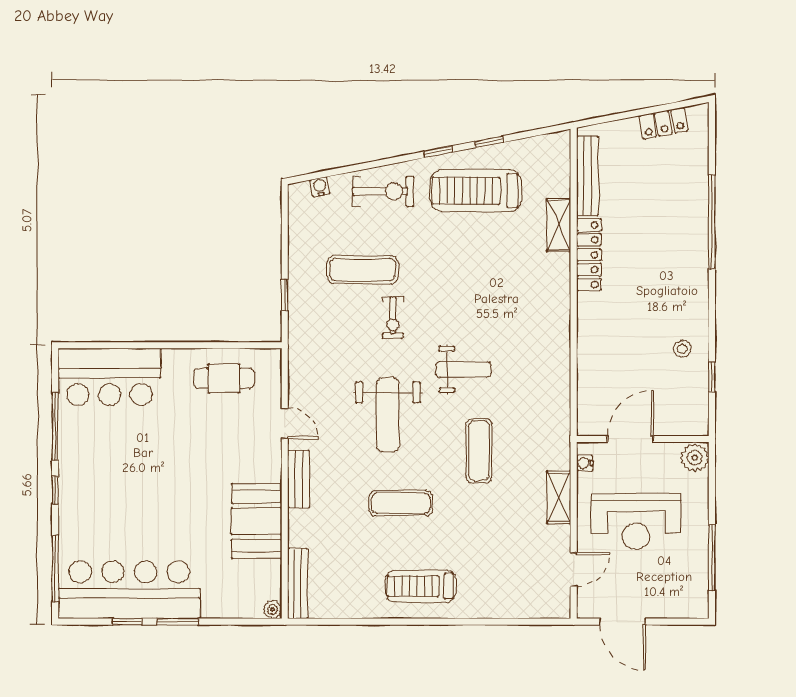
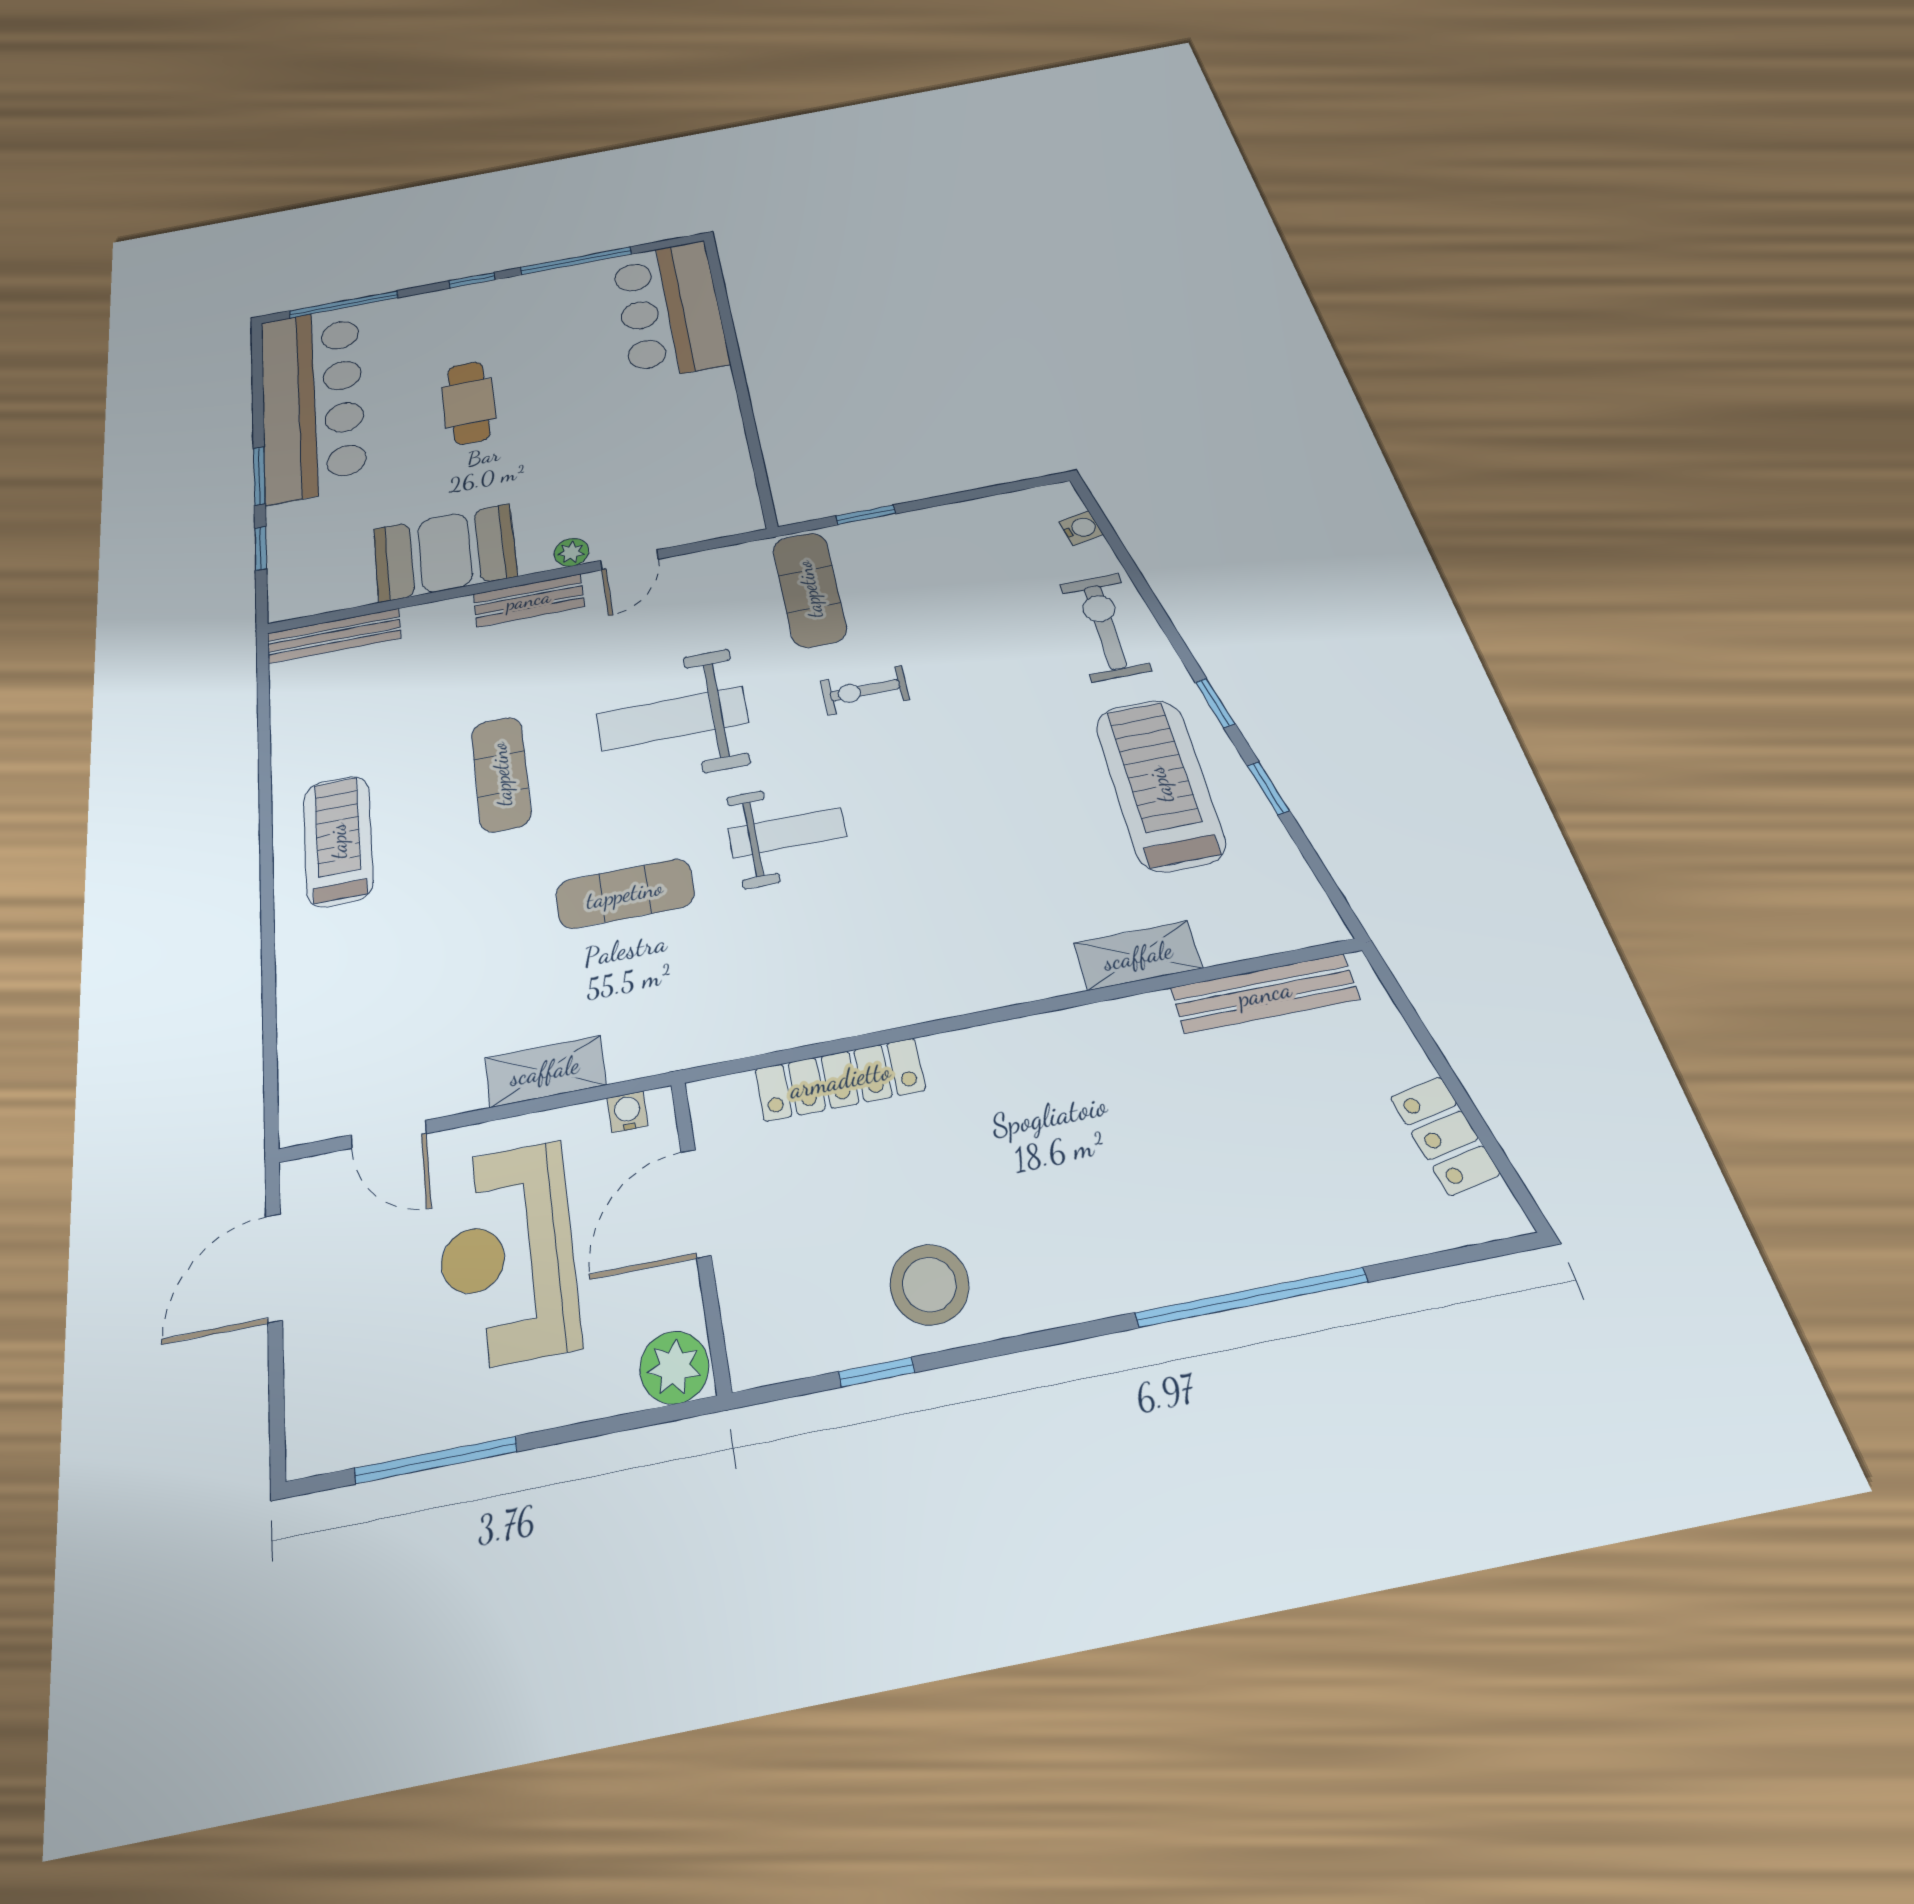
exercise bike: (383, 191) -> (1105, 627), turned 180
locker: (589, 255) -> (840, 1080), moved
exercise mat: (363, 270) -> (809, 589), moved
stool: (682, 349) -> (929, 1285), width x1.89, depth x1.89
weight bench: (463, 369) -> (787, 833), turned -90
cafe table: (224, 378) -> (469, 403), moved
door: (630, 439) -> (696, 1203), swing flipped
plant: (272, 609) -> (571, 552), moved
window: (127, 622) -> (261, 548), moved

